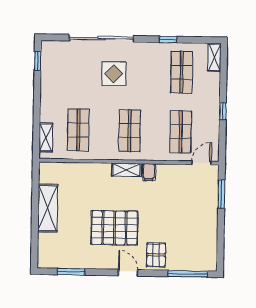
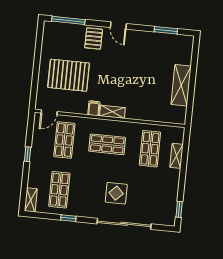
shop shelf: (129, 131) -> (107, 144), turned 90
shelving: (46, 137) -> (176, 156), moved
window: (221, 194) -> (35, 85), removed
pallet: (114, 228) -> (69, 75), moved

